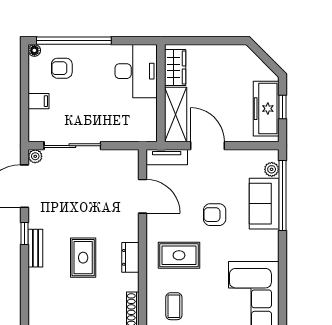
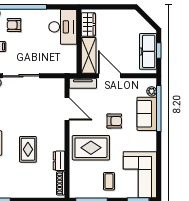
armchair: (215, 215) -> (114, 121), turned 180
rug: (179, 255) -> (91, 148), width x1.36, depth x1.43
dresser: (130, 257) -> (59, 161), moved
coffee table: (174, 306) -> (109, 181), moved

